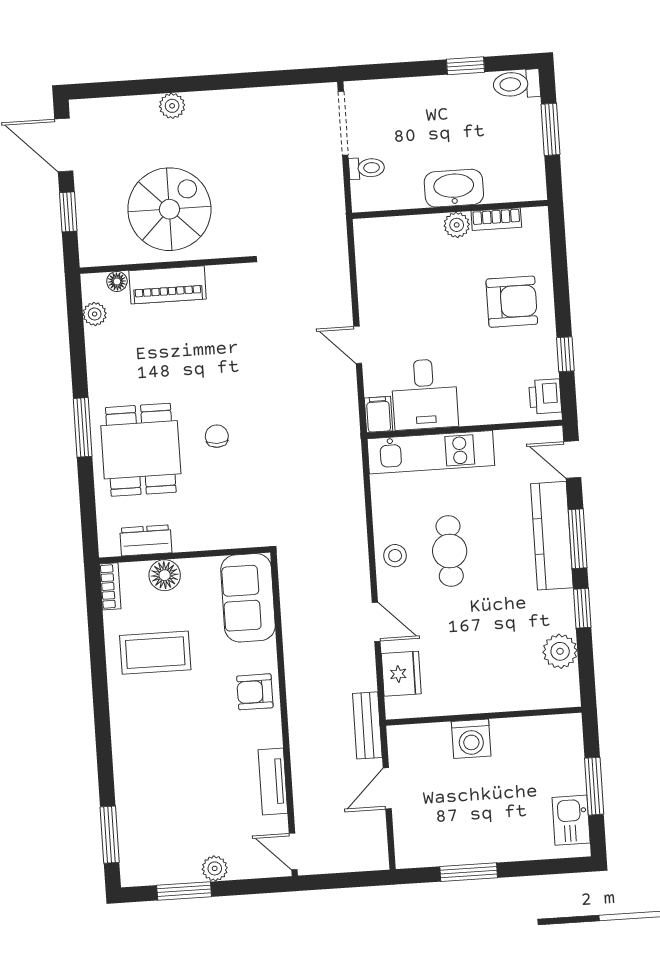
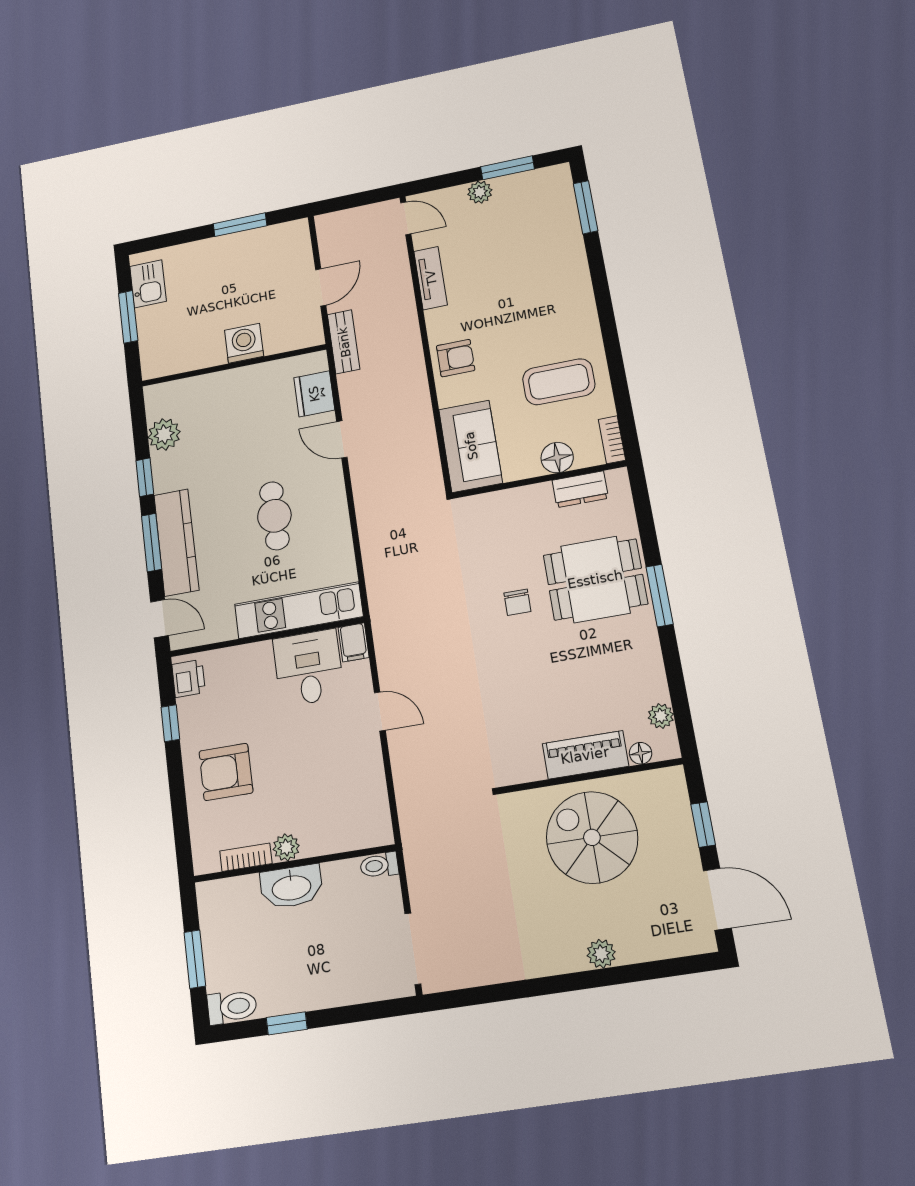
toilet: (367, 168) -> (379, 865), moved
spiral stairs: (169, 209) -> (592, 837), turned 90
dining table: (141, 450) -> (595, 579), turned 90
stool: (395, 556) -> (328, 505), removed

